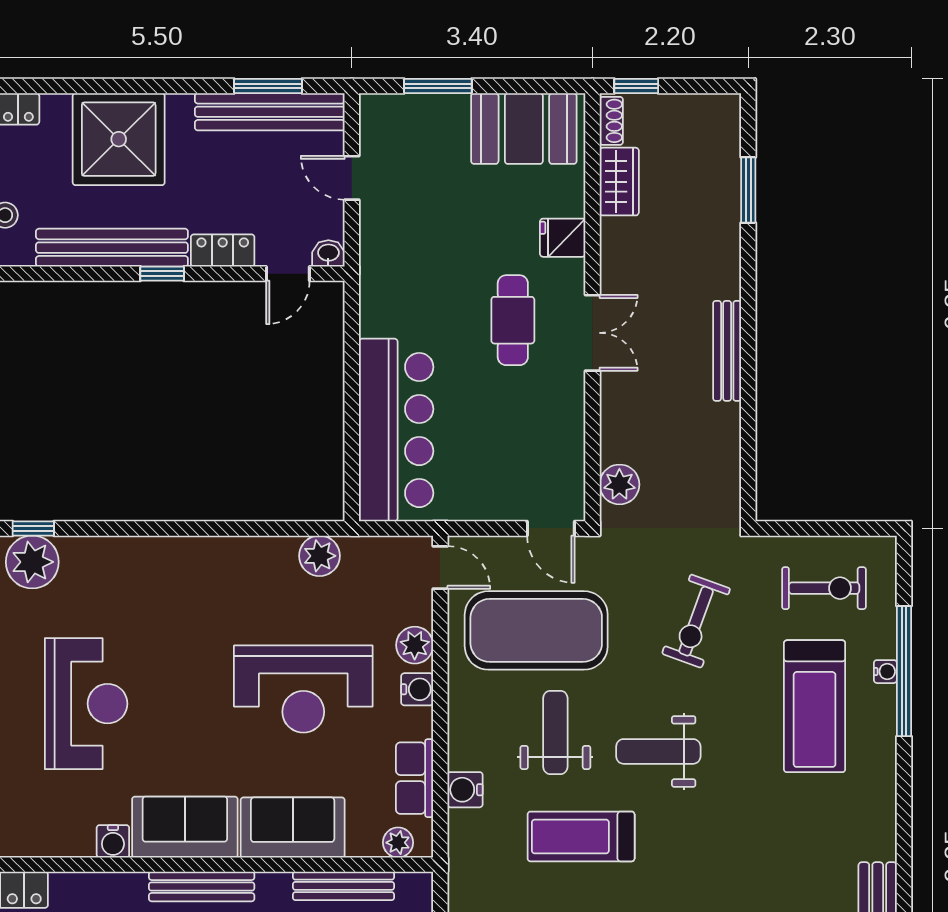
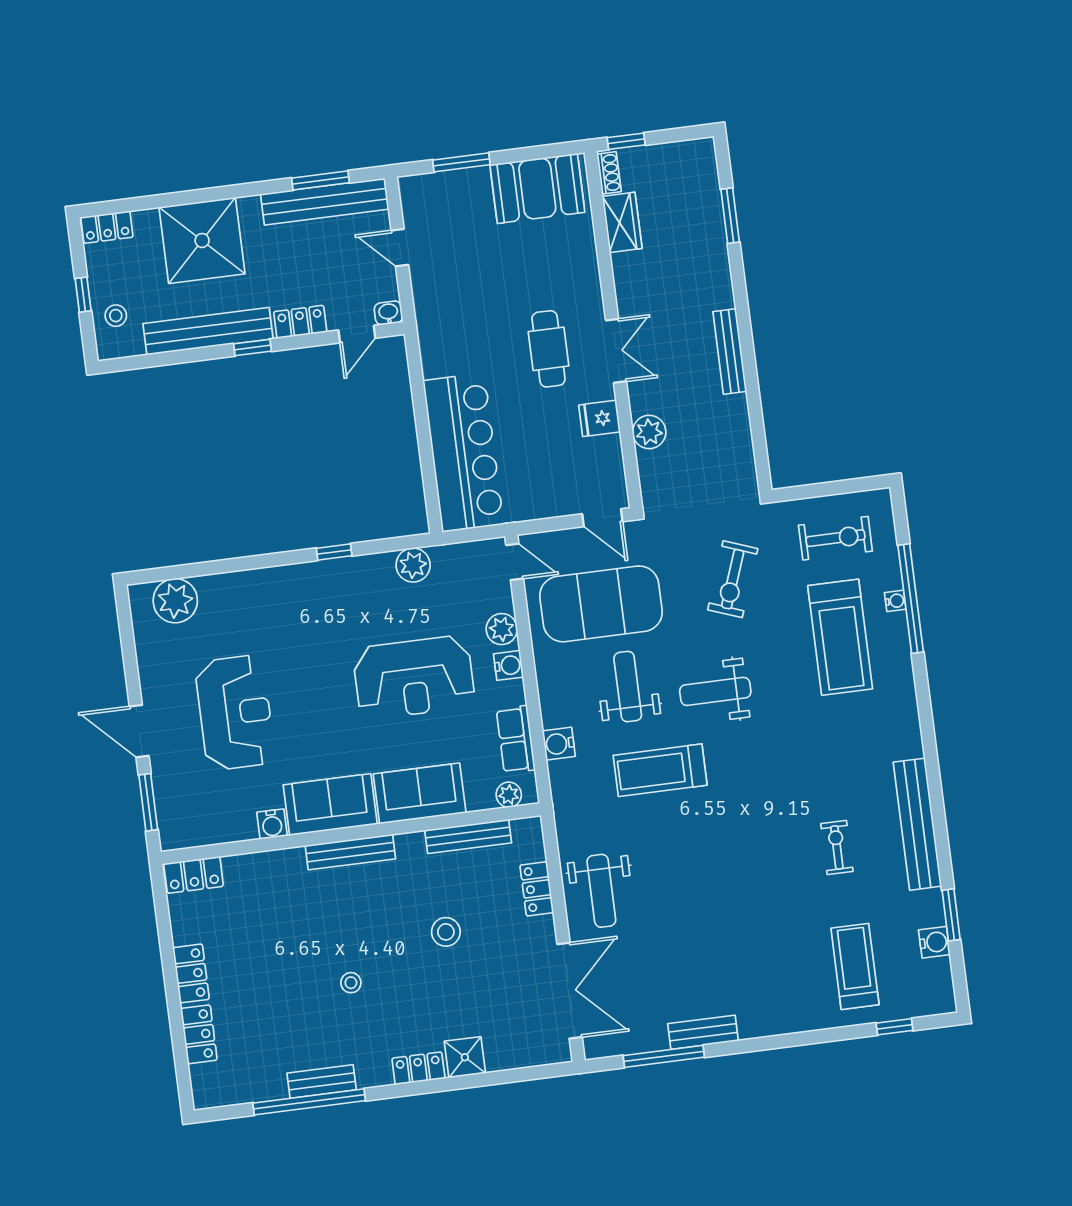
fridge: (563, 238) -> (600, 418), moved
plant: (619, 484) -> (649, 432), moved
window: (33, 528) -> (334, 552), moved

